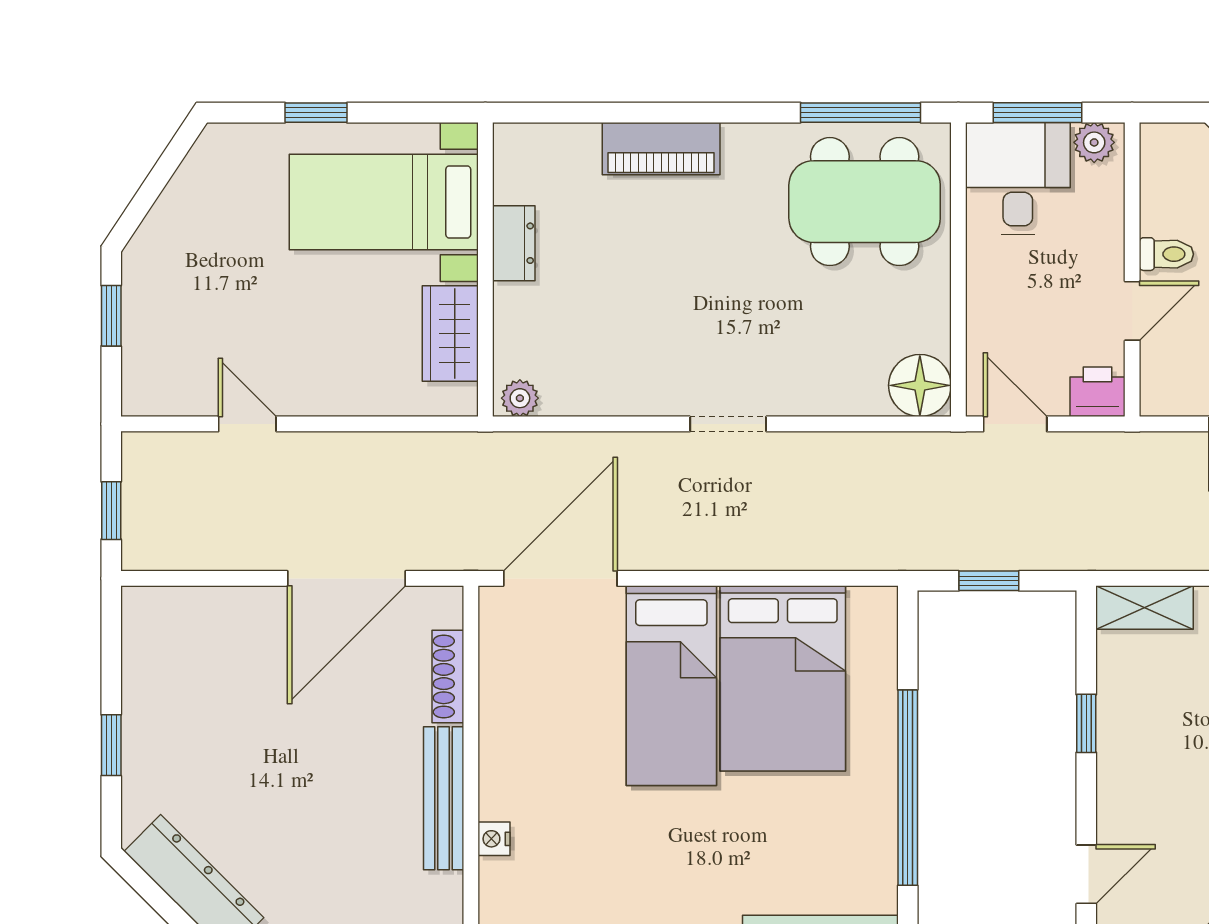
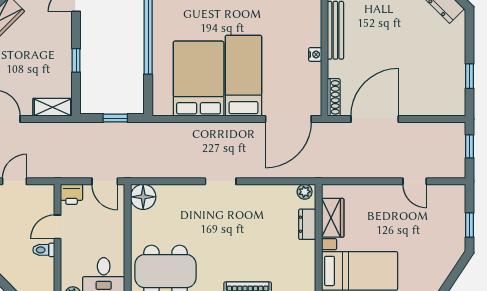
dresser: (514, 243) -> (307, 224), moved
shoe rack: (448, 677) -> (334, 97), moved
window: (111, 745) -> (470, 76), moved
nightstand: (494, 839) -> (315, 54), moved

